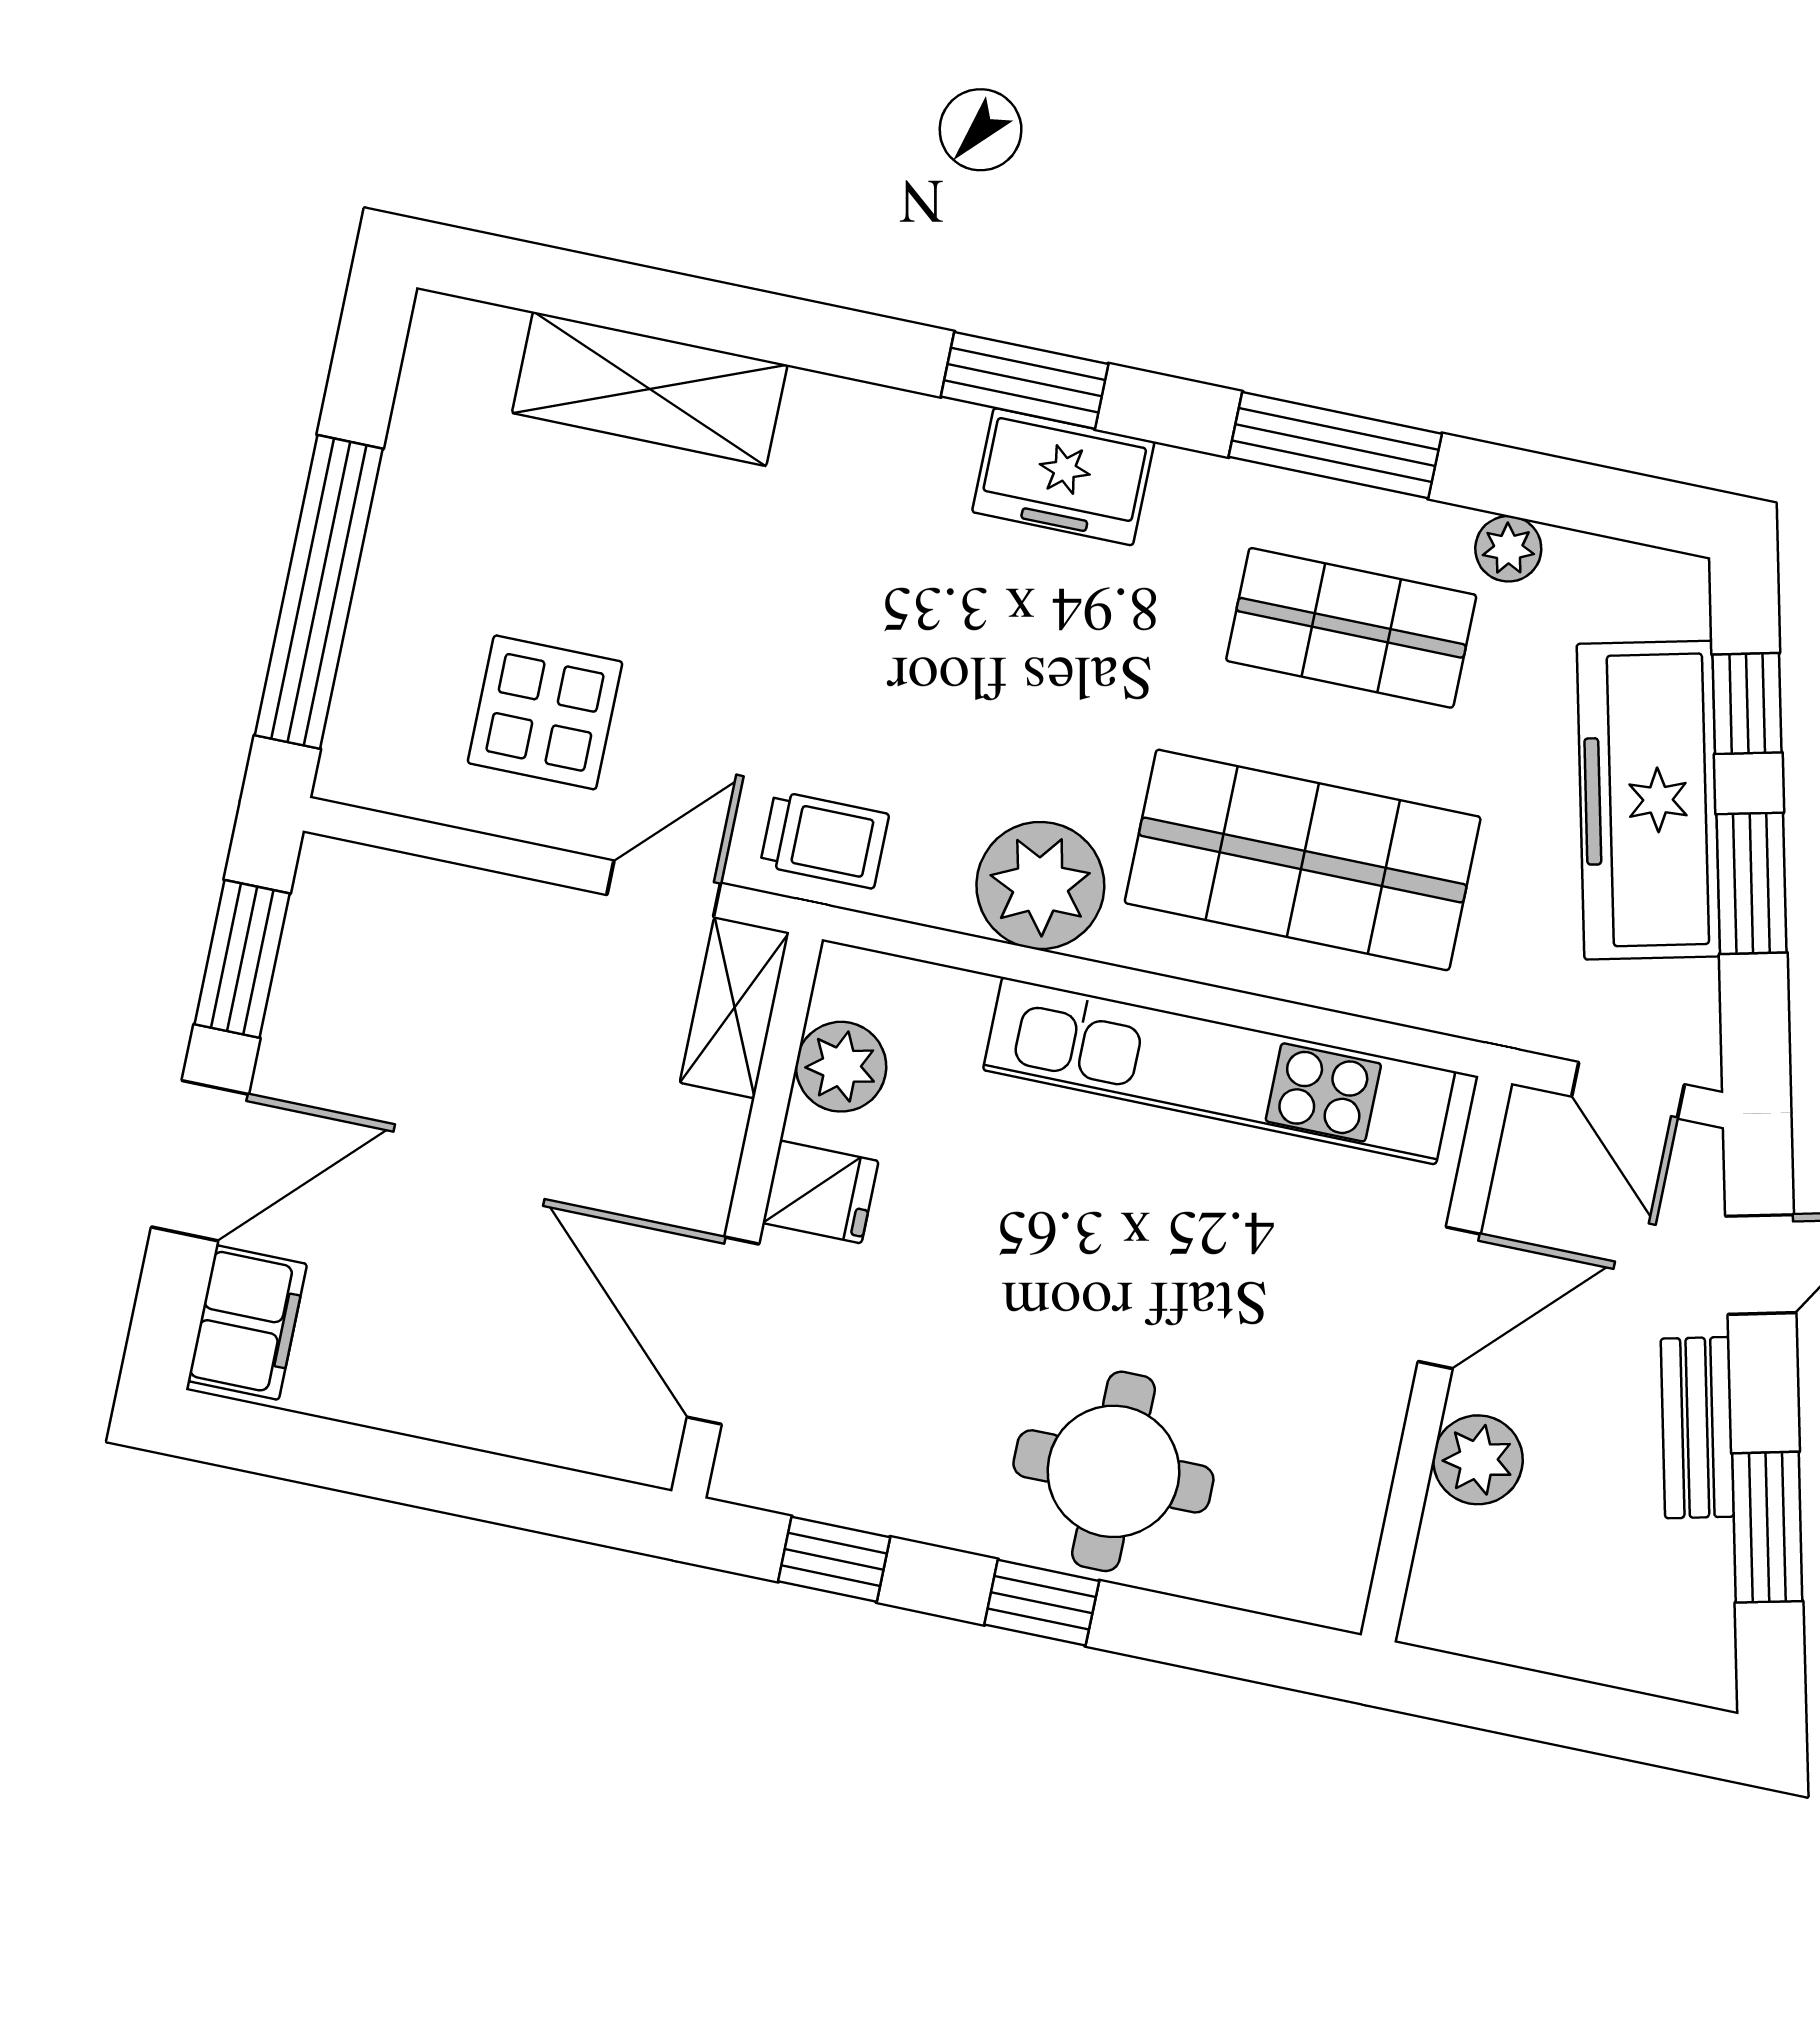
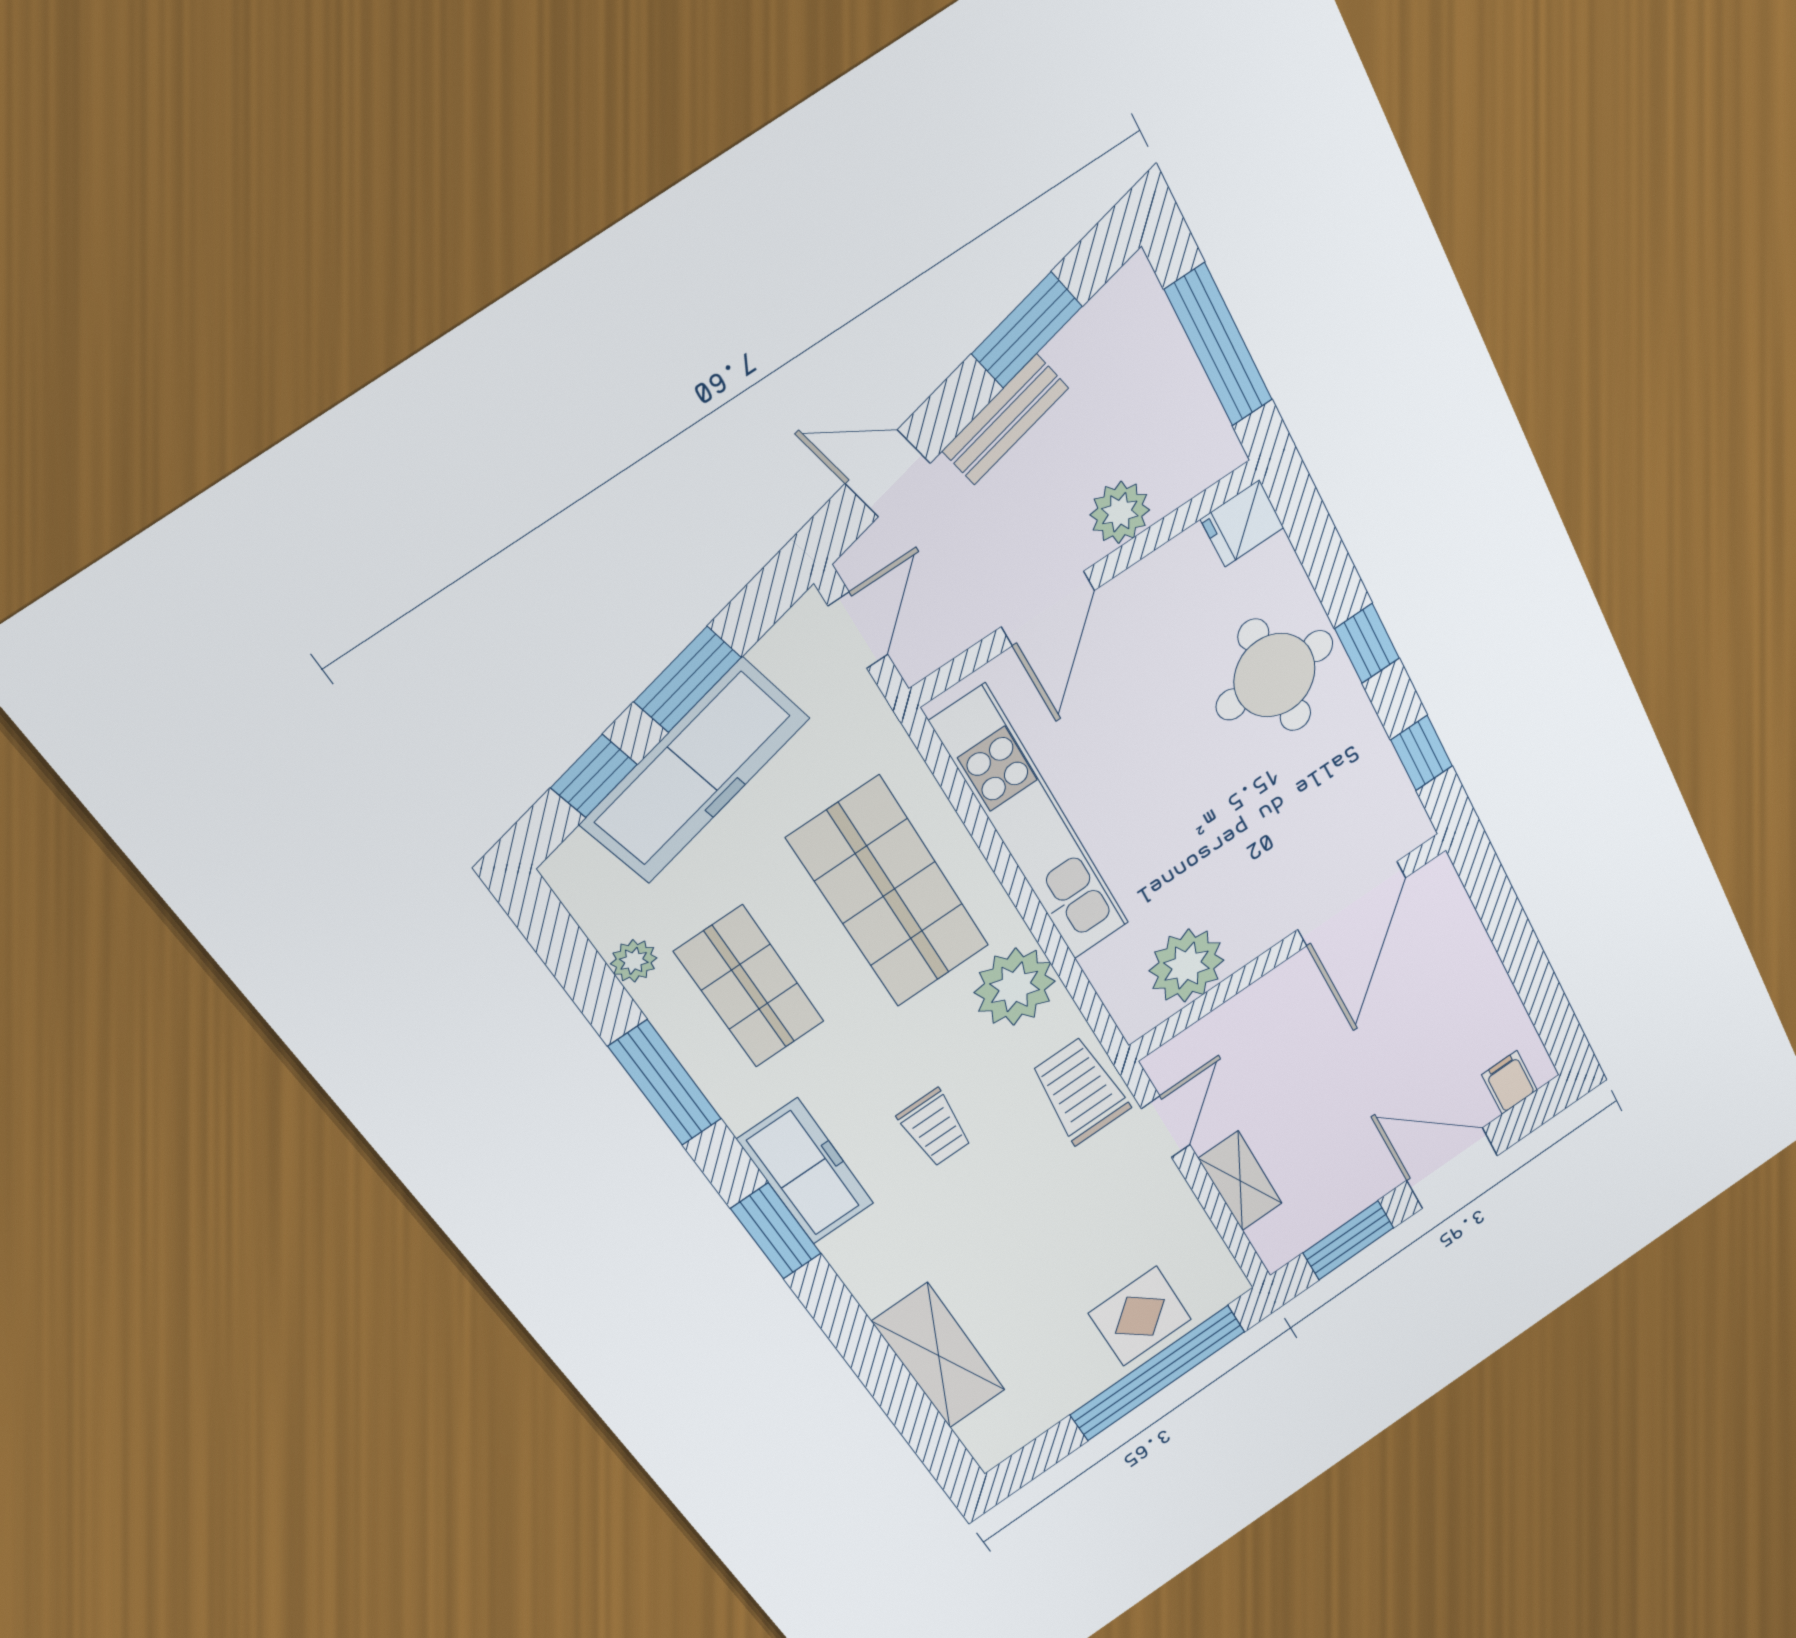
freezer: (1063, 477) -> (806, 1172), width x1.40
trolley: (960, 651) -> (935, 1128), added
display table: (545, 712) -> (1140, 1316), moved
trolley: (824, 840) -> (1080, 1091), width x1.36, depth x1.39
door: (664, 889) -> (1166, 1127), swing flipped
shelving: (734, 1008) -> (1240, 1181), moved, turned 90
plant: (841, 1067) -> (1187, 966), width x1.36, depth x1.36
fridge: (821, 1192) -> (1242, 523), moved, turned -90
door: (1449, 1298) -> (1048, 609), swing flipped
filing cabinet: (247, 1323) -> (1509, 1082), width x0.50
window: (1555, 1710) -> (1219, 345), added

